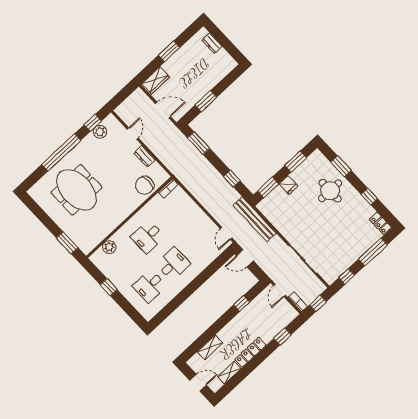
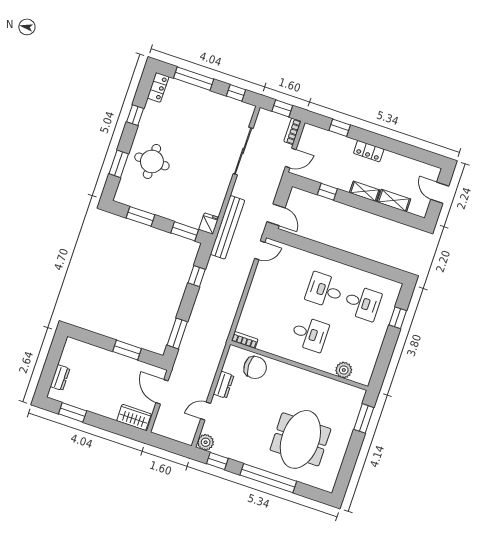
window: (169, 51) -> (73, 412), moved
plant: (100, 132) -> (206, 442), moved
fridge: (288, 185) -> (209, 224), moved
window: (109, 287) -> (398, 318), moved
locker: (250, 352) -> (369, 151), width x0.66
shelving: (229, 373) -> (365, 191), moved

